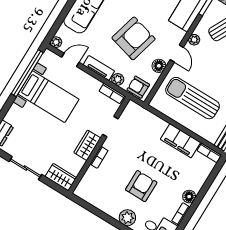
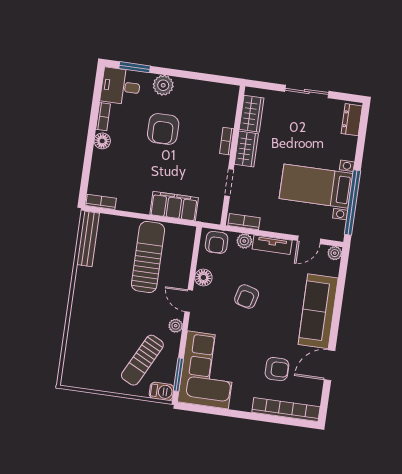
armchair: (134, 38) -> (247, 297), width x0.53, depth x0.53
armchair: (138, 87) -> (217, 242), turned 90
sun lounger: (193, 98) -> (148, 257), turned -90
filing cabinet: (181, 141) -> (174, 206), moved
wardrobe: (61, 177) -> (252, 114), moved, turned -90

